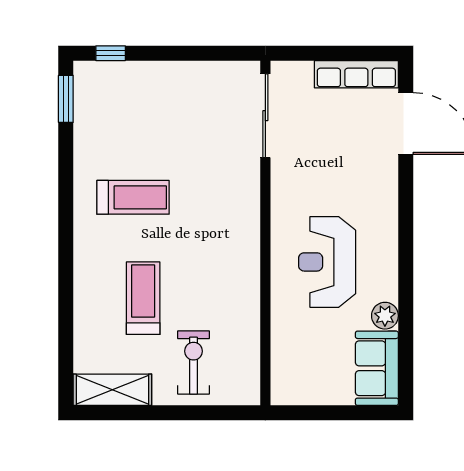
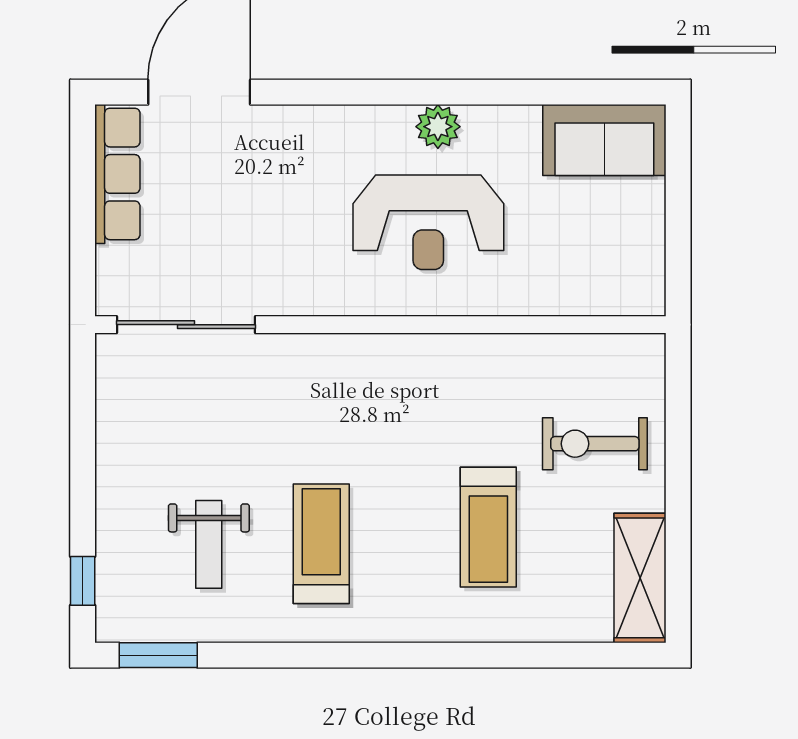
weight bench: (133, 129) -> (209, 544), added
treadmill: (143, 298) -> (488, 527), turned -90
plant: (385, 316) -> (438, 127), moved

